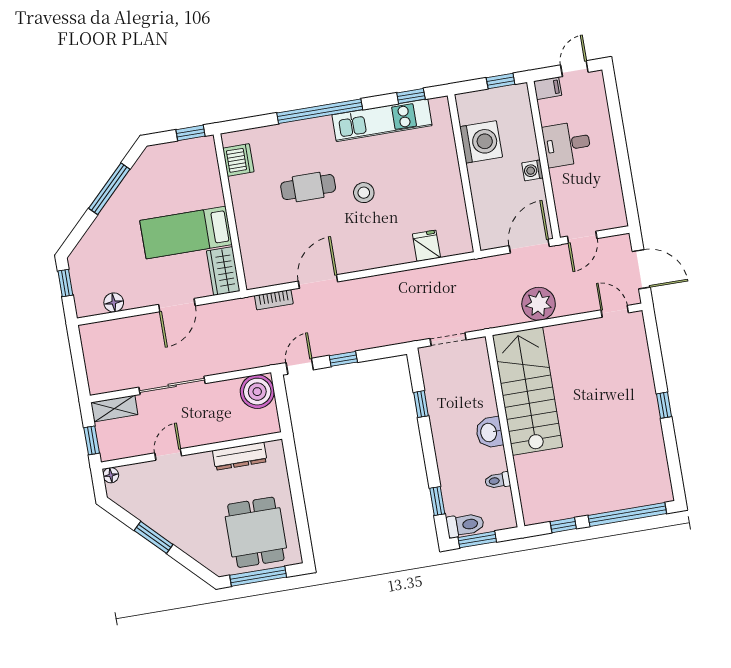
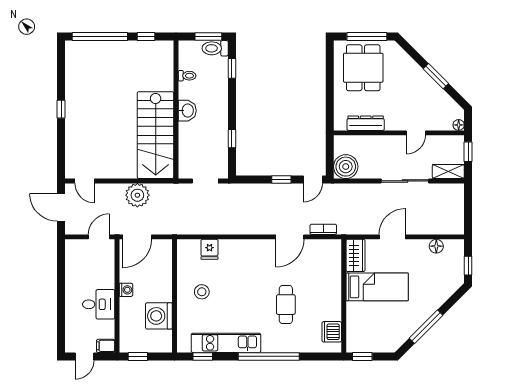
cafe table: (308, 187) -> (286, 305), turned 90
stool: (364, 193) -> (202, 292), moved

